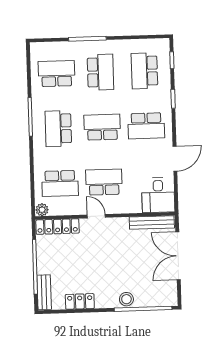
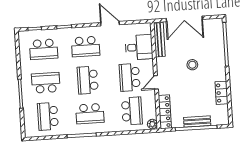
school desk: (146, 126) -> (86, 47), turned 90
desk: (158, 195) -> (139, 47), moved
bench: (44, 292) -> (197, 121), moved
stool: (126, 299) -> (192, 65), moved

